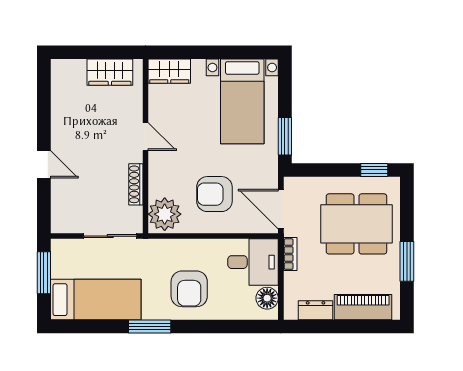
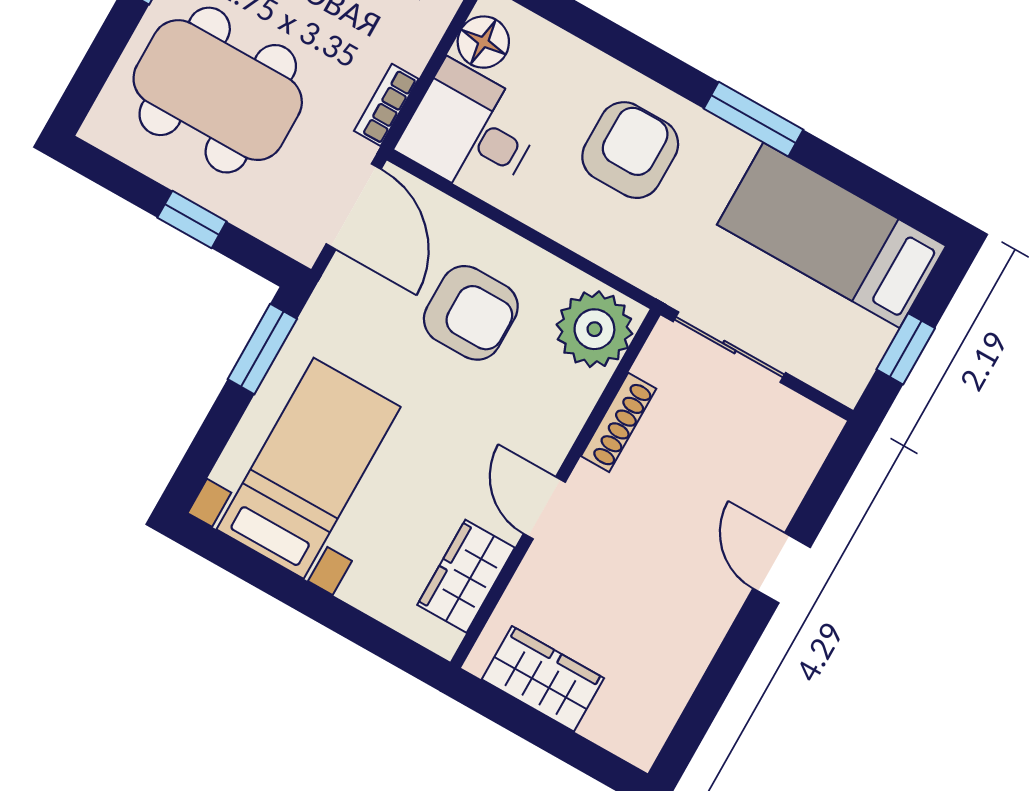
wardrobe: (169, 71) -> (466, 576), moved, turned -90
window: (374, 170) -> (192, 220), moved
window: (44, 273) -> (906, 349), width x0.67

